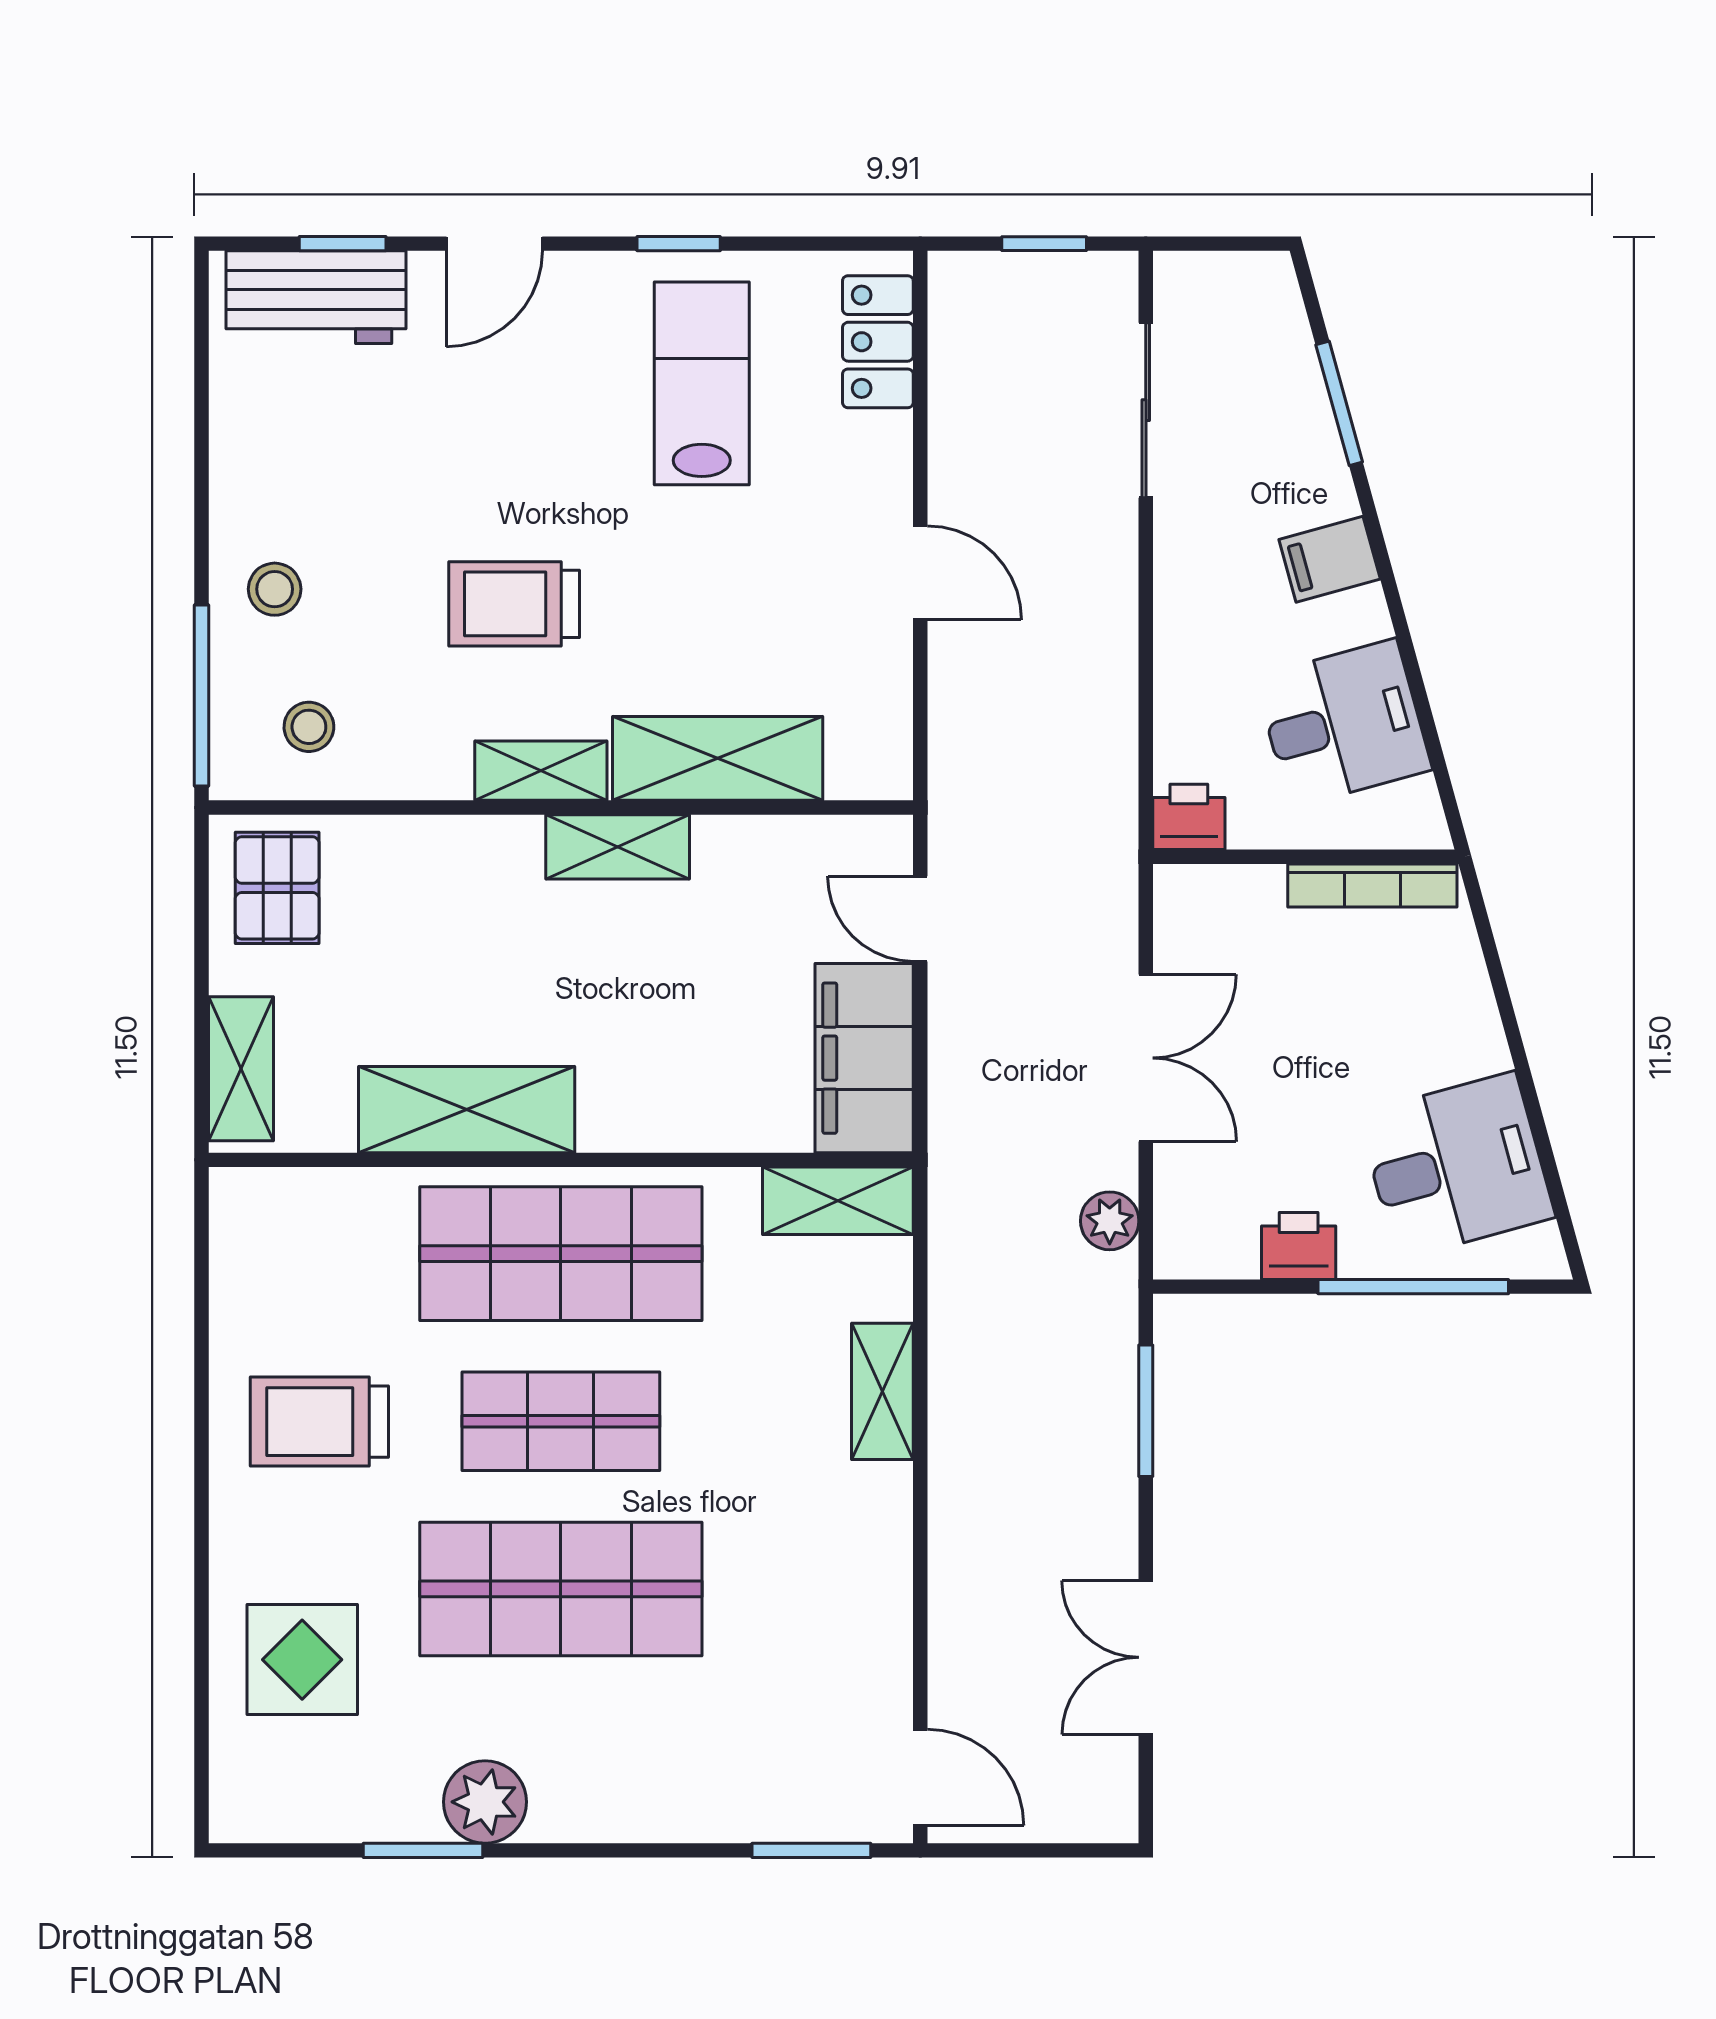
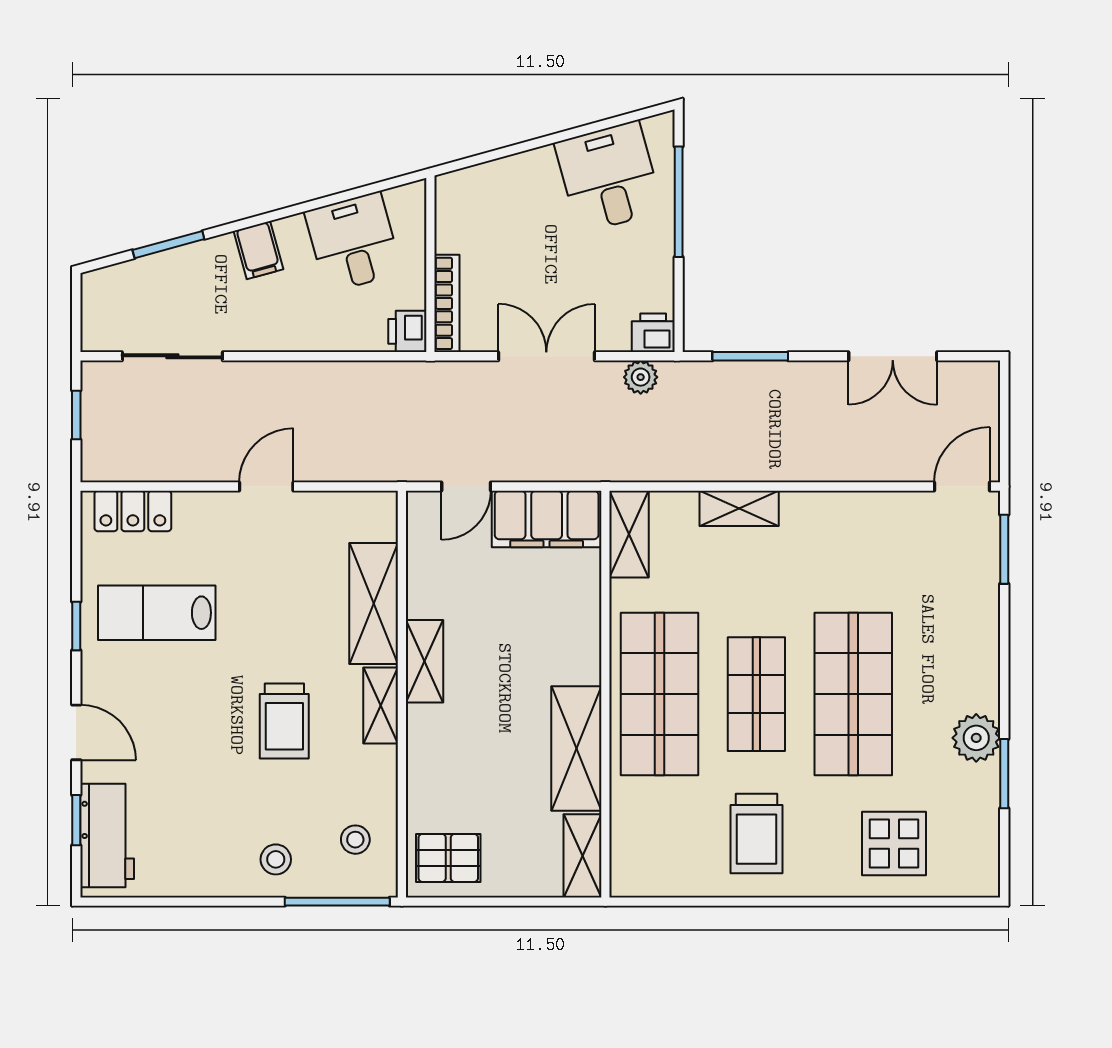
bookcase: (1372, 885) -> (447, 303), moved
shelving: (241, 1069) -> (583, 856), moved, turned 90
printer: (1299, 1246) -> (653, 333), moved, turned 90

